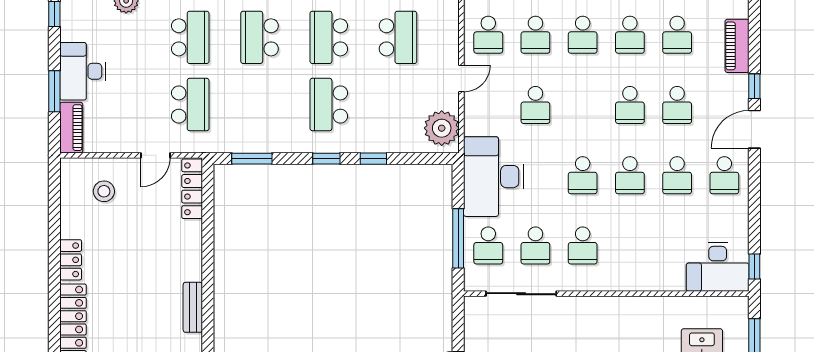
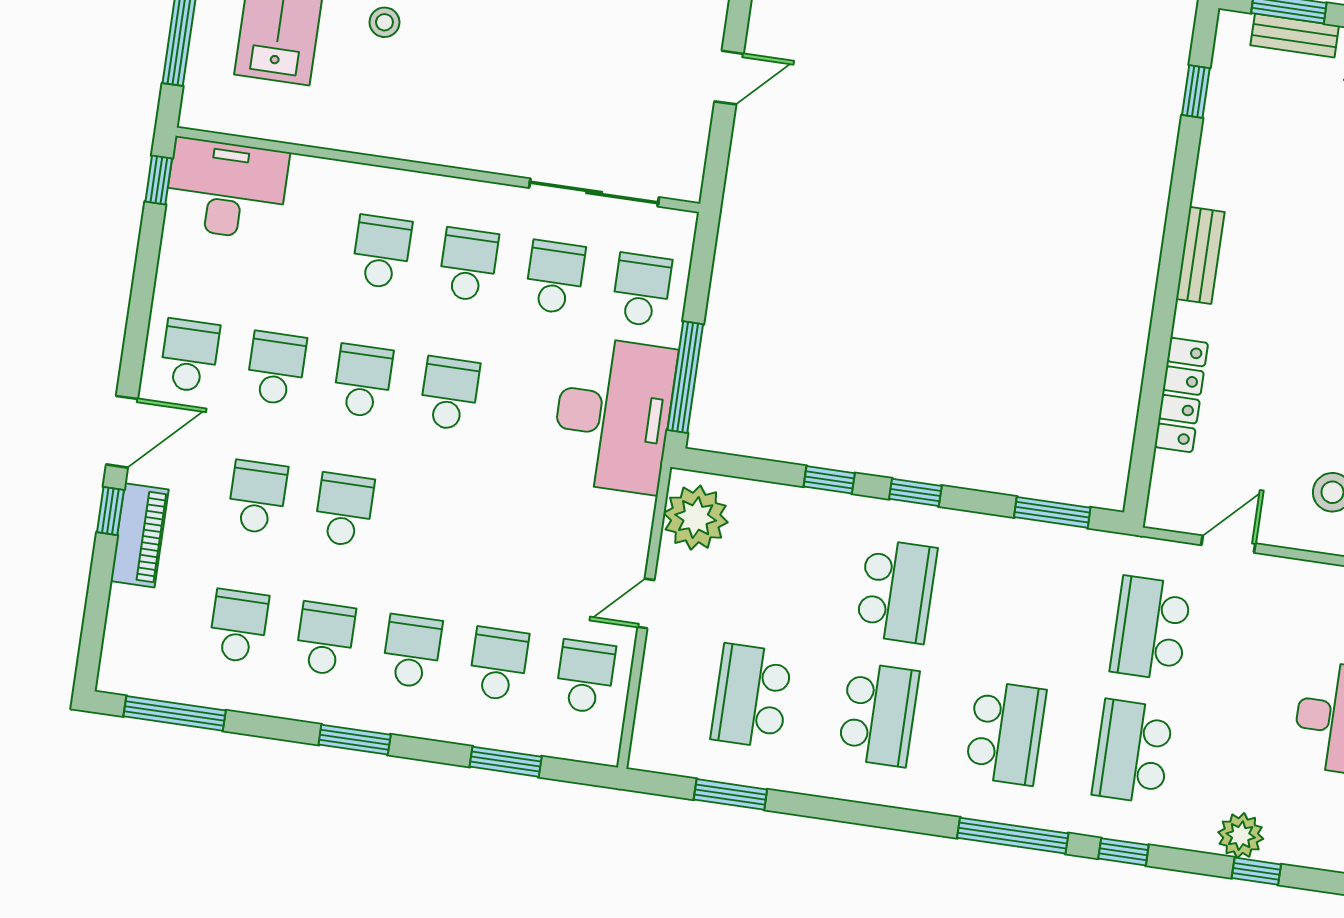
piano: (737, 46) -> (140, 535), moved
school desk: (535, 105) -> (382, 252), moved
locker: (192, 189) -> (1181, 395), moved
window: (458, 238) -> (685, 377), moved

